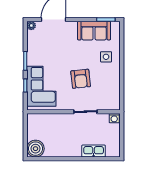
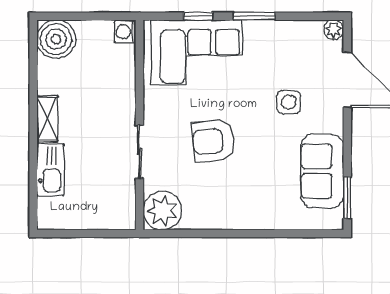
side table: (106, 57) -> (289, 102), moved
plant: (112, 101) -> (162, 211), added
washing machine: (114, 118) -> (125, 32), moved
shelving: (71, 153) -> (47, 119), added

